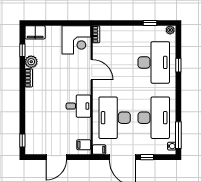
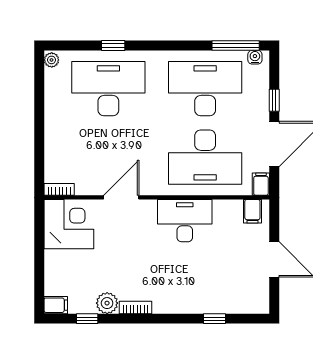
window: (150, 23) -> (39, 95), removed
filing cabinet: (35, 32) -> (56, 305), width x0.50
desk: (78, 106) -> (185, 221), width x1.37
window: (22, 141) -> (215, 319), moved

